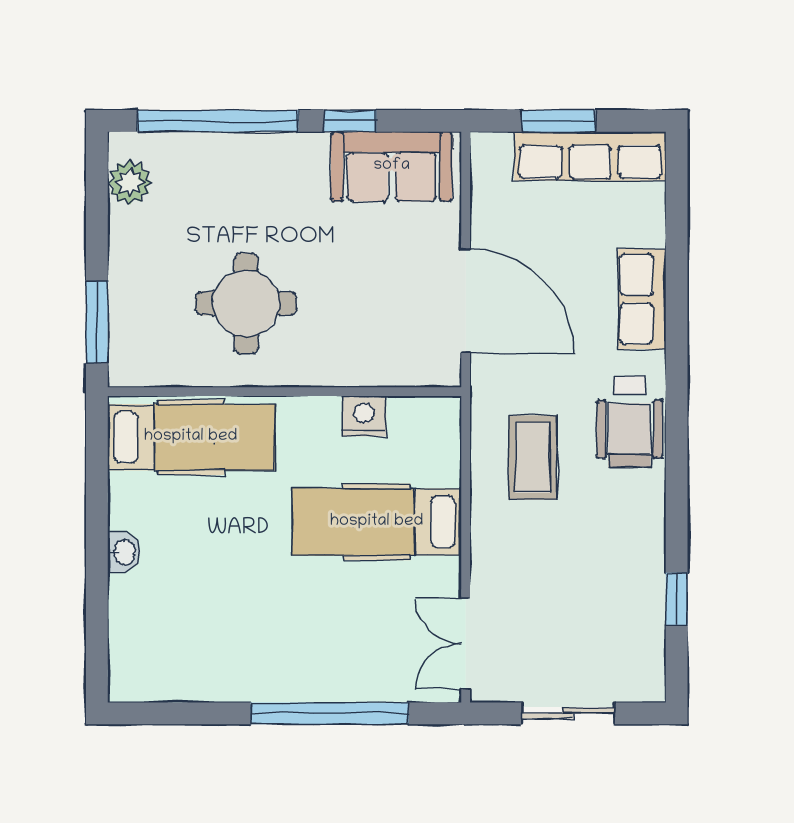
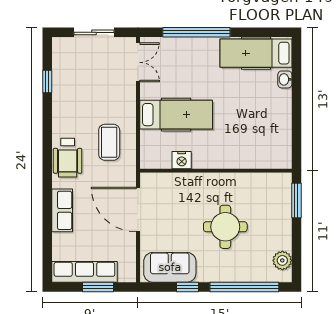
round table: (246, 303) -> (225, 227), moved
wheelchair: (629, 422) -> (68, 158), turned 180
hospital bed: (191, 437) -> (256, 53), moved
washbasin: (124, 552) -> (285, 79), moved

